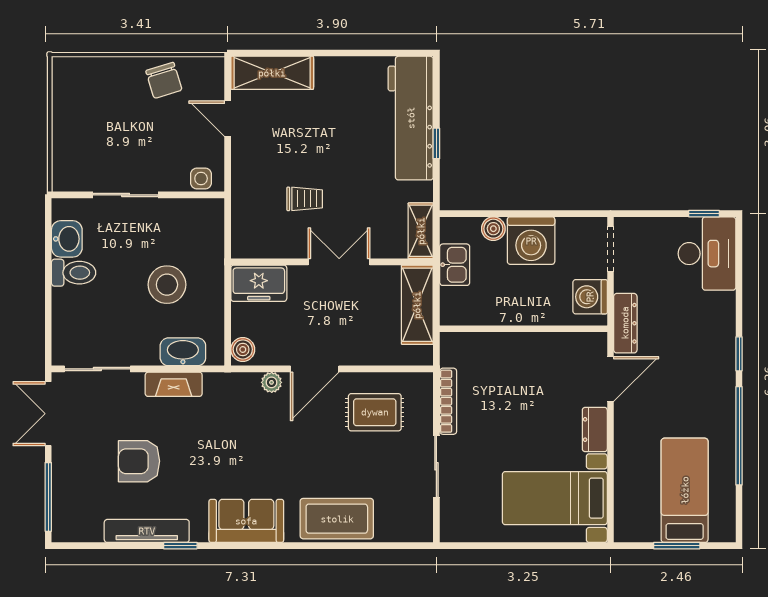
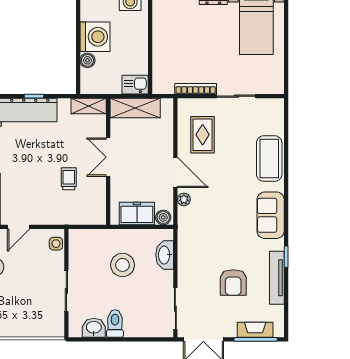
kitchen sink: (455, 265) -> (135, 85), moved
freezer: (259, 283) -> (137, 214), moved, turned -90
fireplace: (174, 384) -> (255, 330), moved, turned -90

